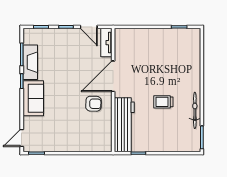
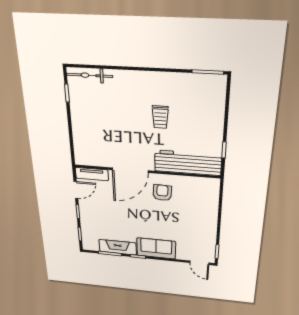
door: (113, 76) -> (130, 170), hinge flipped
bicycle: (195, 110) -> (90, 75), moved

